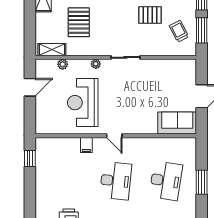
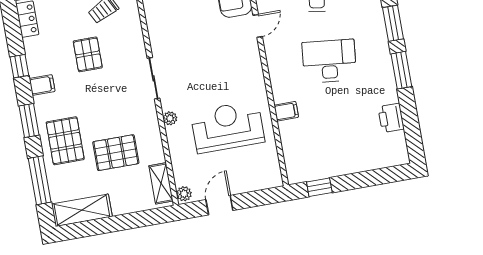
plant: (63, 64) -> (184, 194), moved
door: (30, 87) -> (219, 205), hinge flipped
reception desk: (83, 103) -> (228, 127), turned 180
door: (114, 136) -> (258, 26), moved

